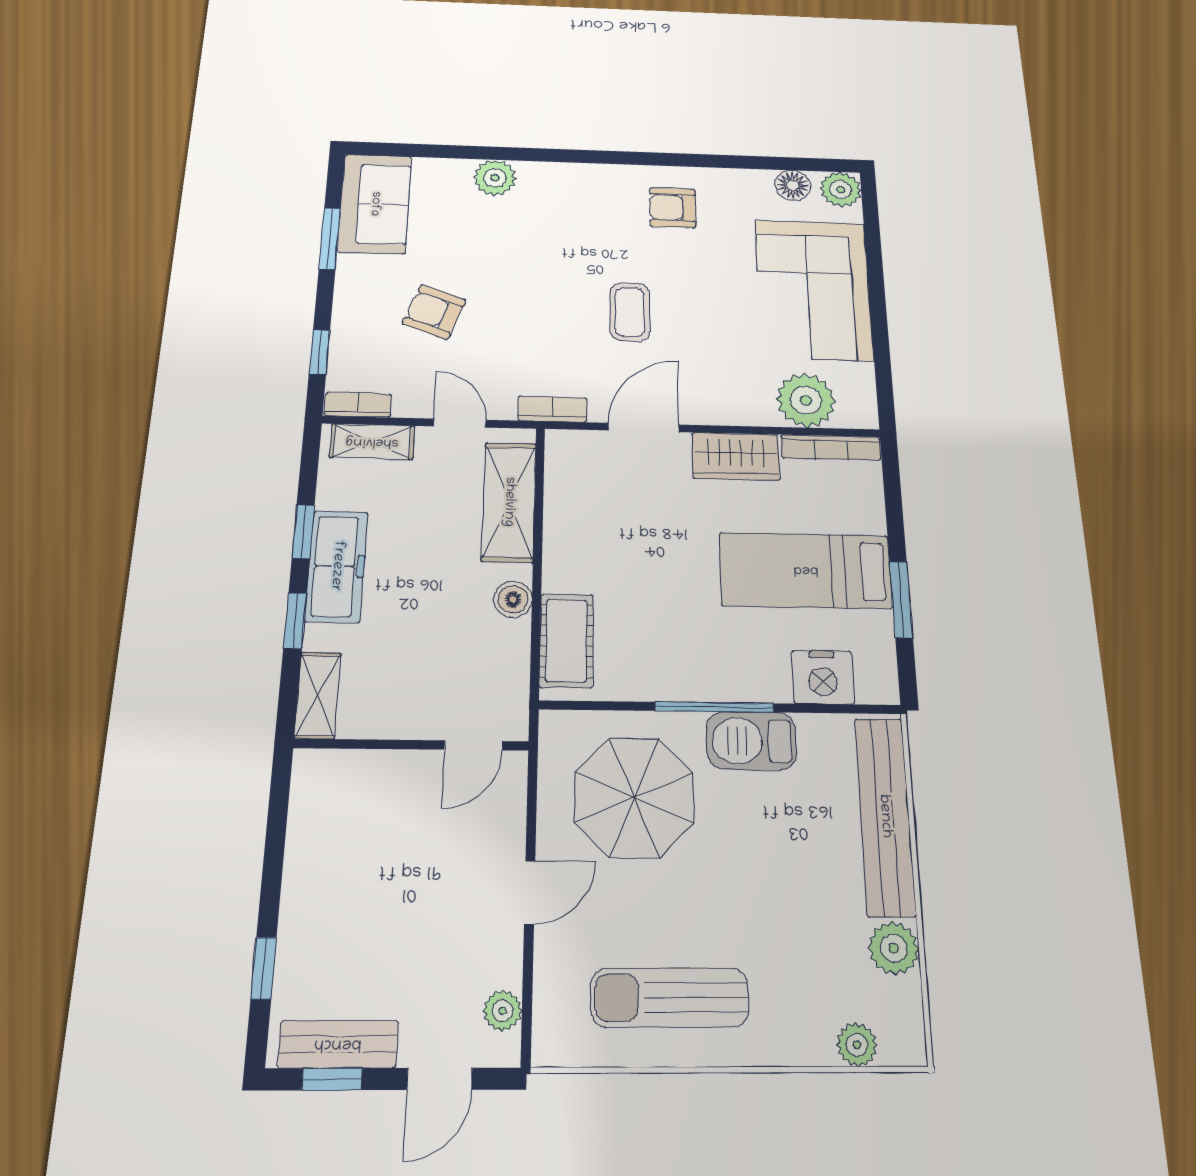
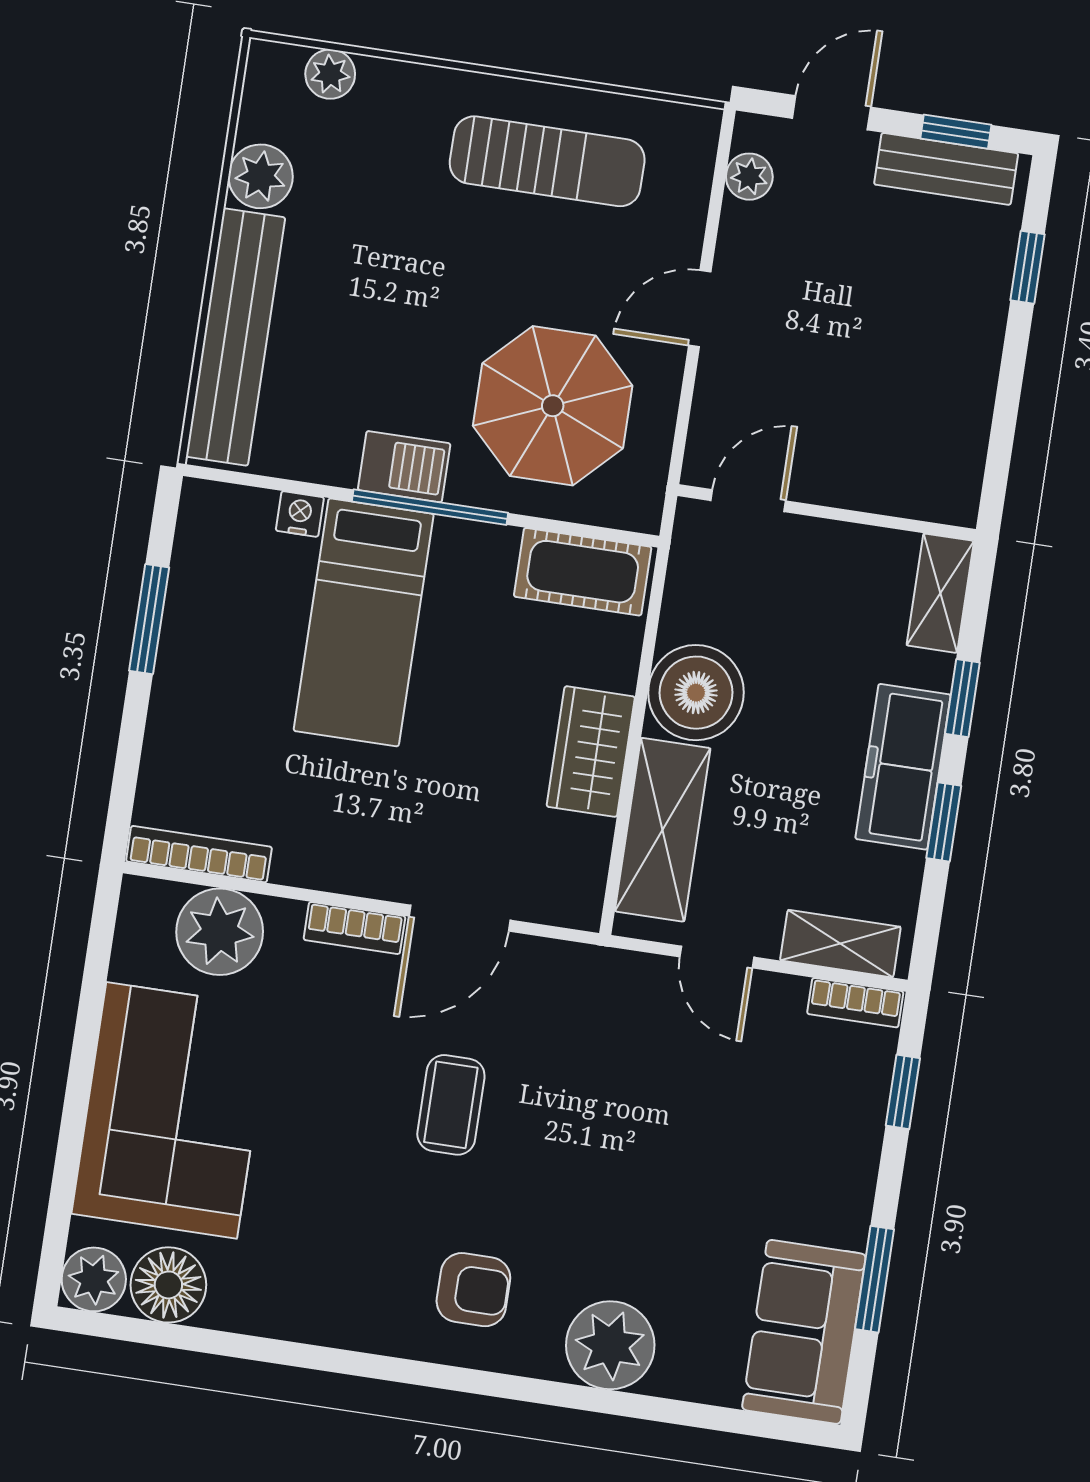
plant: (495, 178) -> (610, 1345), width x1.36, depth x1.36
floor lamp: (793, 185) -> (168, 1285), width x1.38, depth x1.38
armchair: (673, 208) -> (473, 1290), moved
armchair: (434, 312) -> (735, 1139), removed
bookcase: (552, 409) -> (354, 928), moved
wardrobe: (736, 456) -> (591, 752), moved, turned -90
bed: (806, 570) -> (364, 622), moved, turned 90
boiler: (513, 599) -> (696, 693), width x1.86, depth x1.86
cot: (566, 641) -> (583, 572), moved, turned 90
nightstand: (823, 677) -> (300, 514), width x0.53, depth x0.56
barbecue: (751, 741) -> (404, 467), width x0.73, depth x0.79

